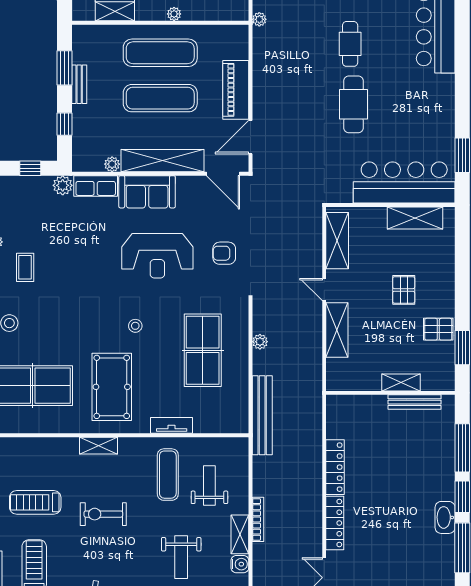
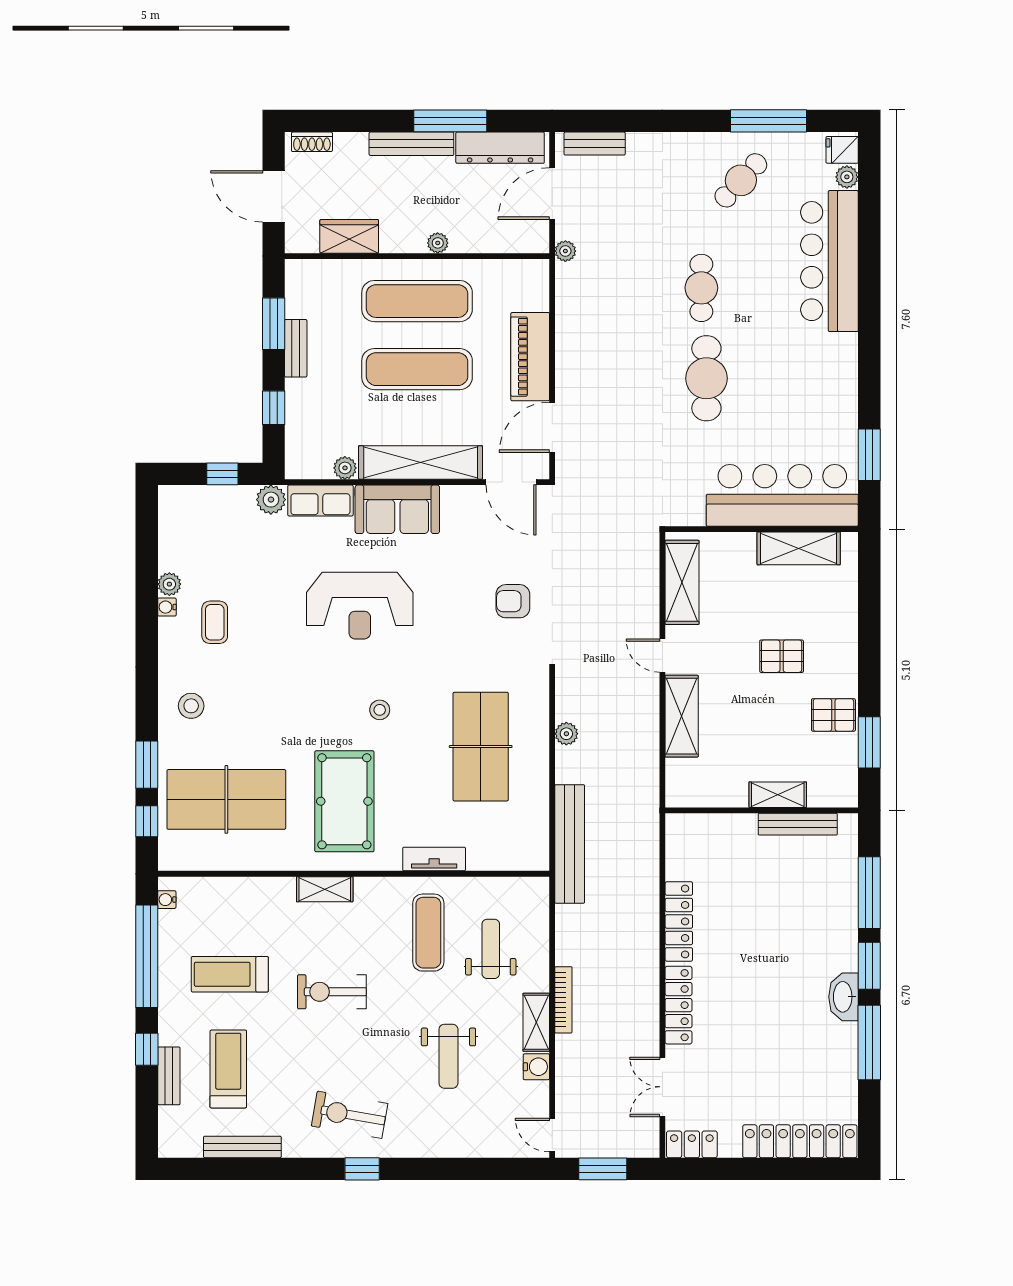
reception desk: (157, 256) -> (360, 606), moved
pallet: (404, 290) -> (782, 656), turned 90

